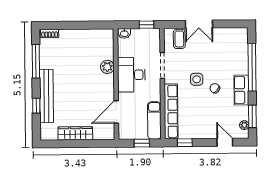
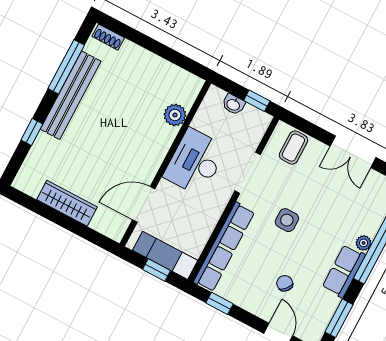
double door: (199, 24) -> (353, 152), moved
washbasin: (124, 33) -> (233, 104), moved
plant: (107, 67) -> (175, 115), moved
chair: (215, 88) -> (285, 283), moved
bench: (46, 96) -> (71, 95), moved
exam couch: (154, 120) -> (165, 255), moved, turned 90
plant: (244, 125) -> (364, 243), moved

